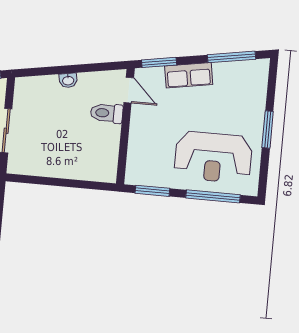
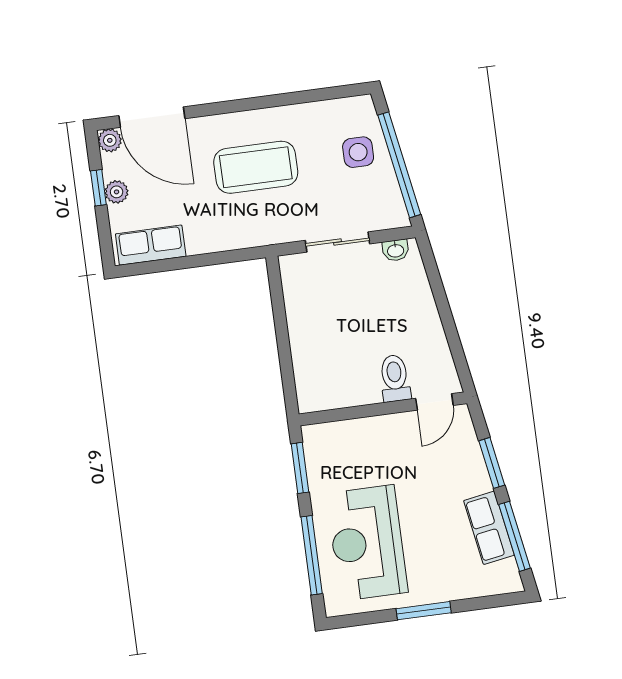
window: (159, 62) -> (492, 463), moved
row of seats: (189, 75) -> (489, 528), moved
washbasin: (68, 80) -> (395, 250), moved, turned -80

